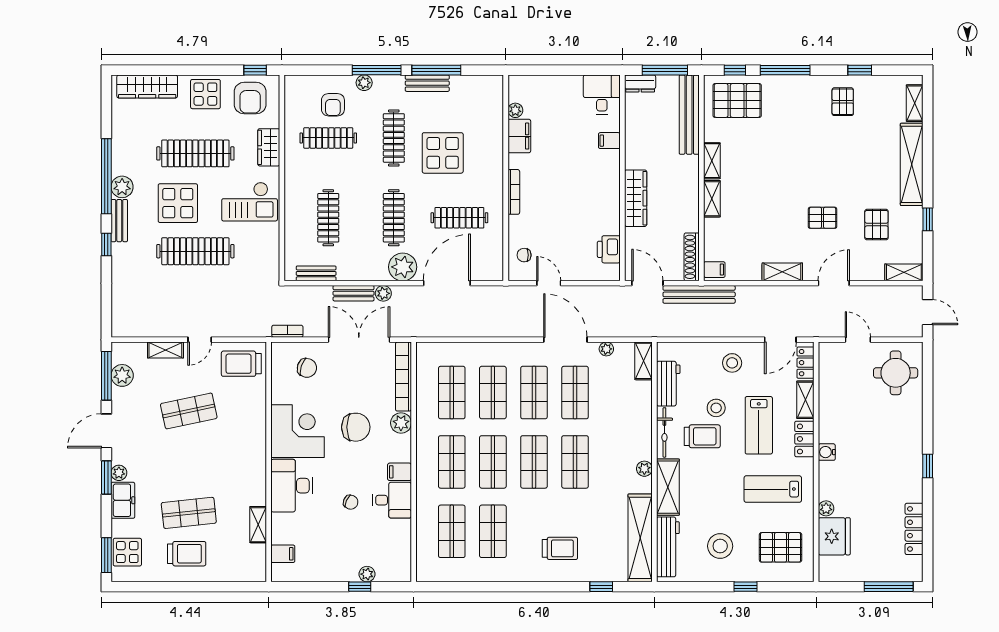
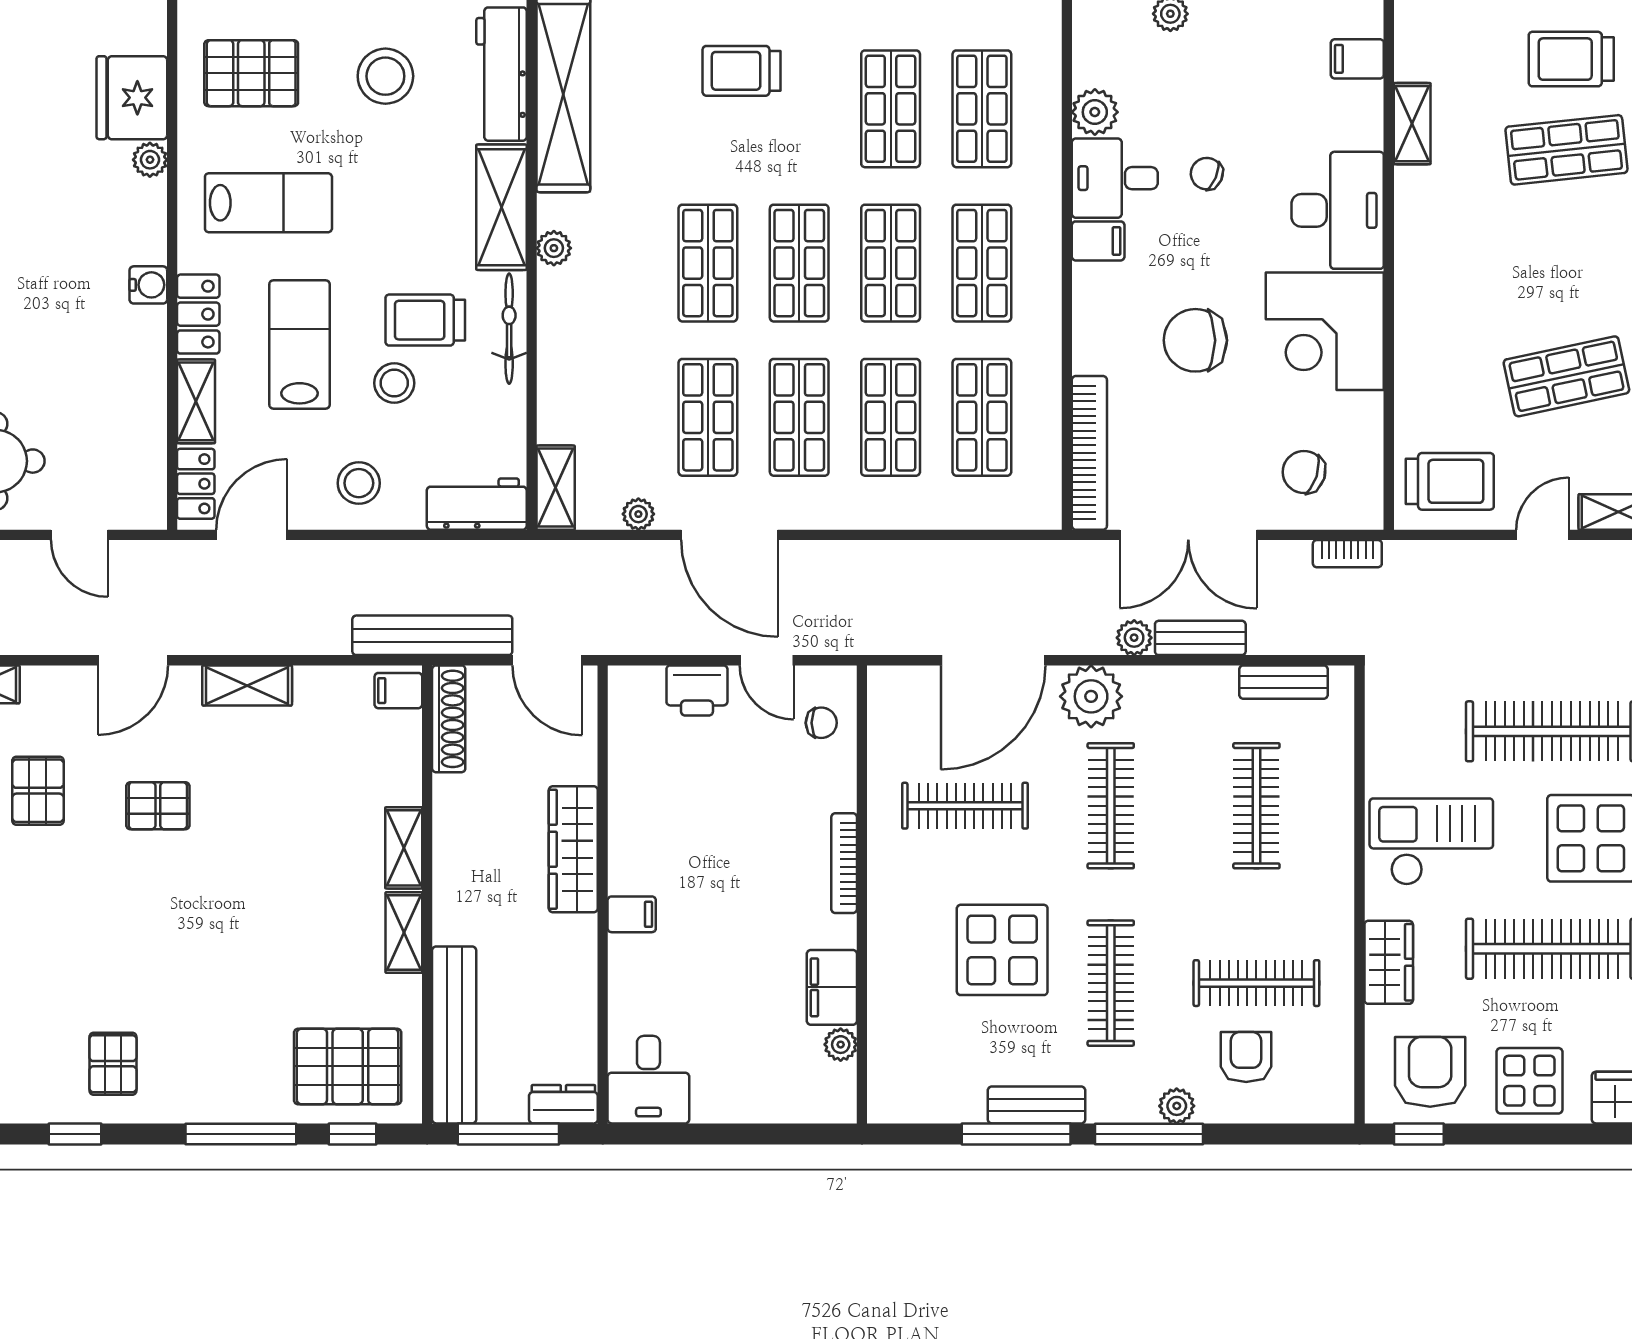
filing cabinet: (609, 141) -> (632, 914), moved
printer: (609, 249) -> (697, 690), moved, turned 90
workbench: (668, 384) -> (477, 504), moved, turned 90
plant: (401, 423) -> (1095, 112), moved

